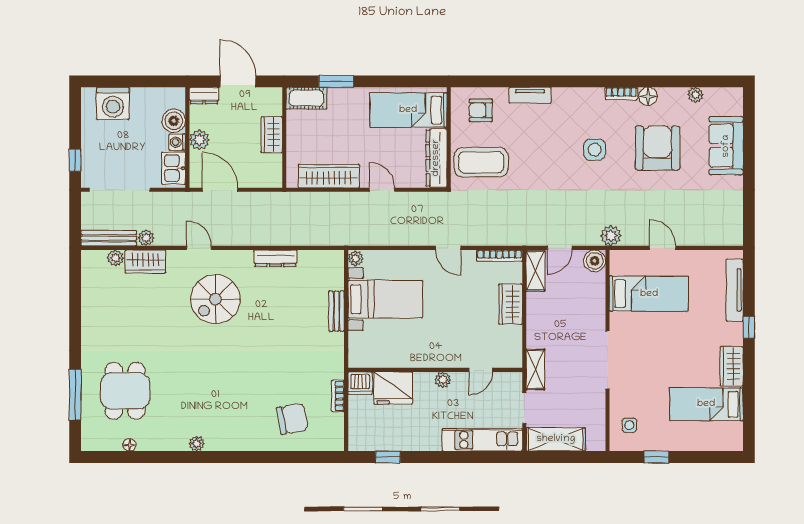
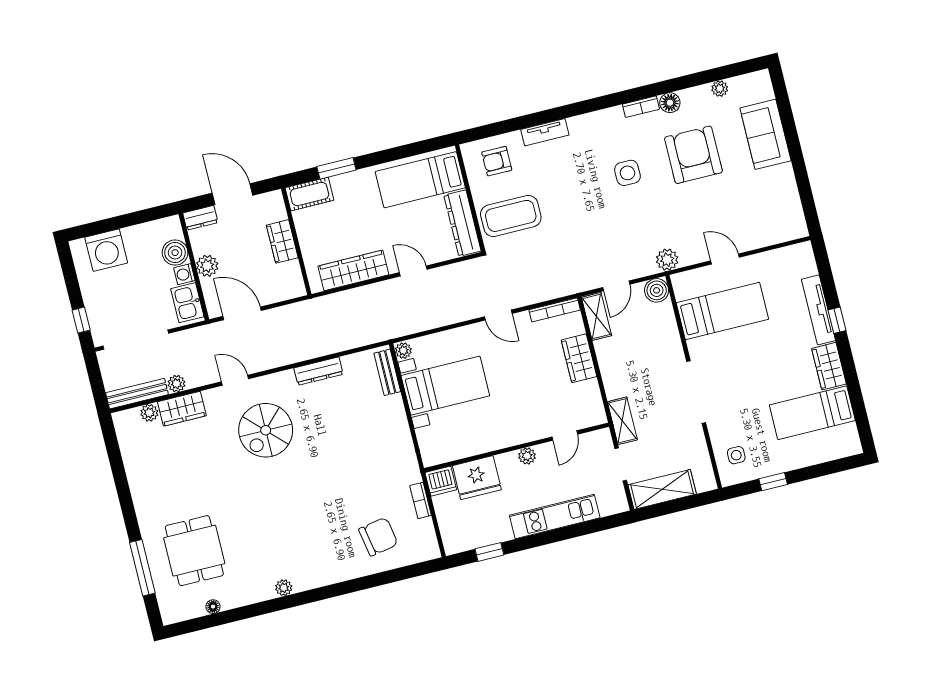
tv unit: (735, 290) -> (818, 310), moved
bench: (337, 311) -> (387, 372), moved
kitchen unit: (482, 440) -> (555, 517), moved

